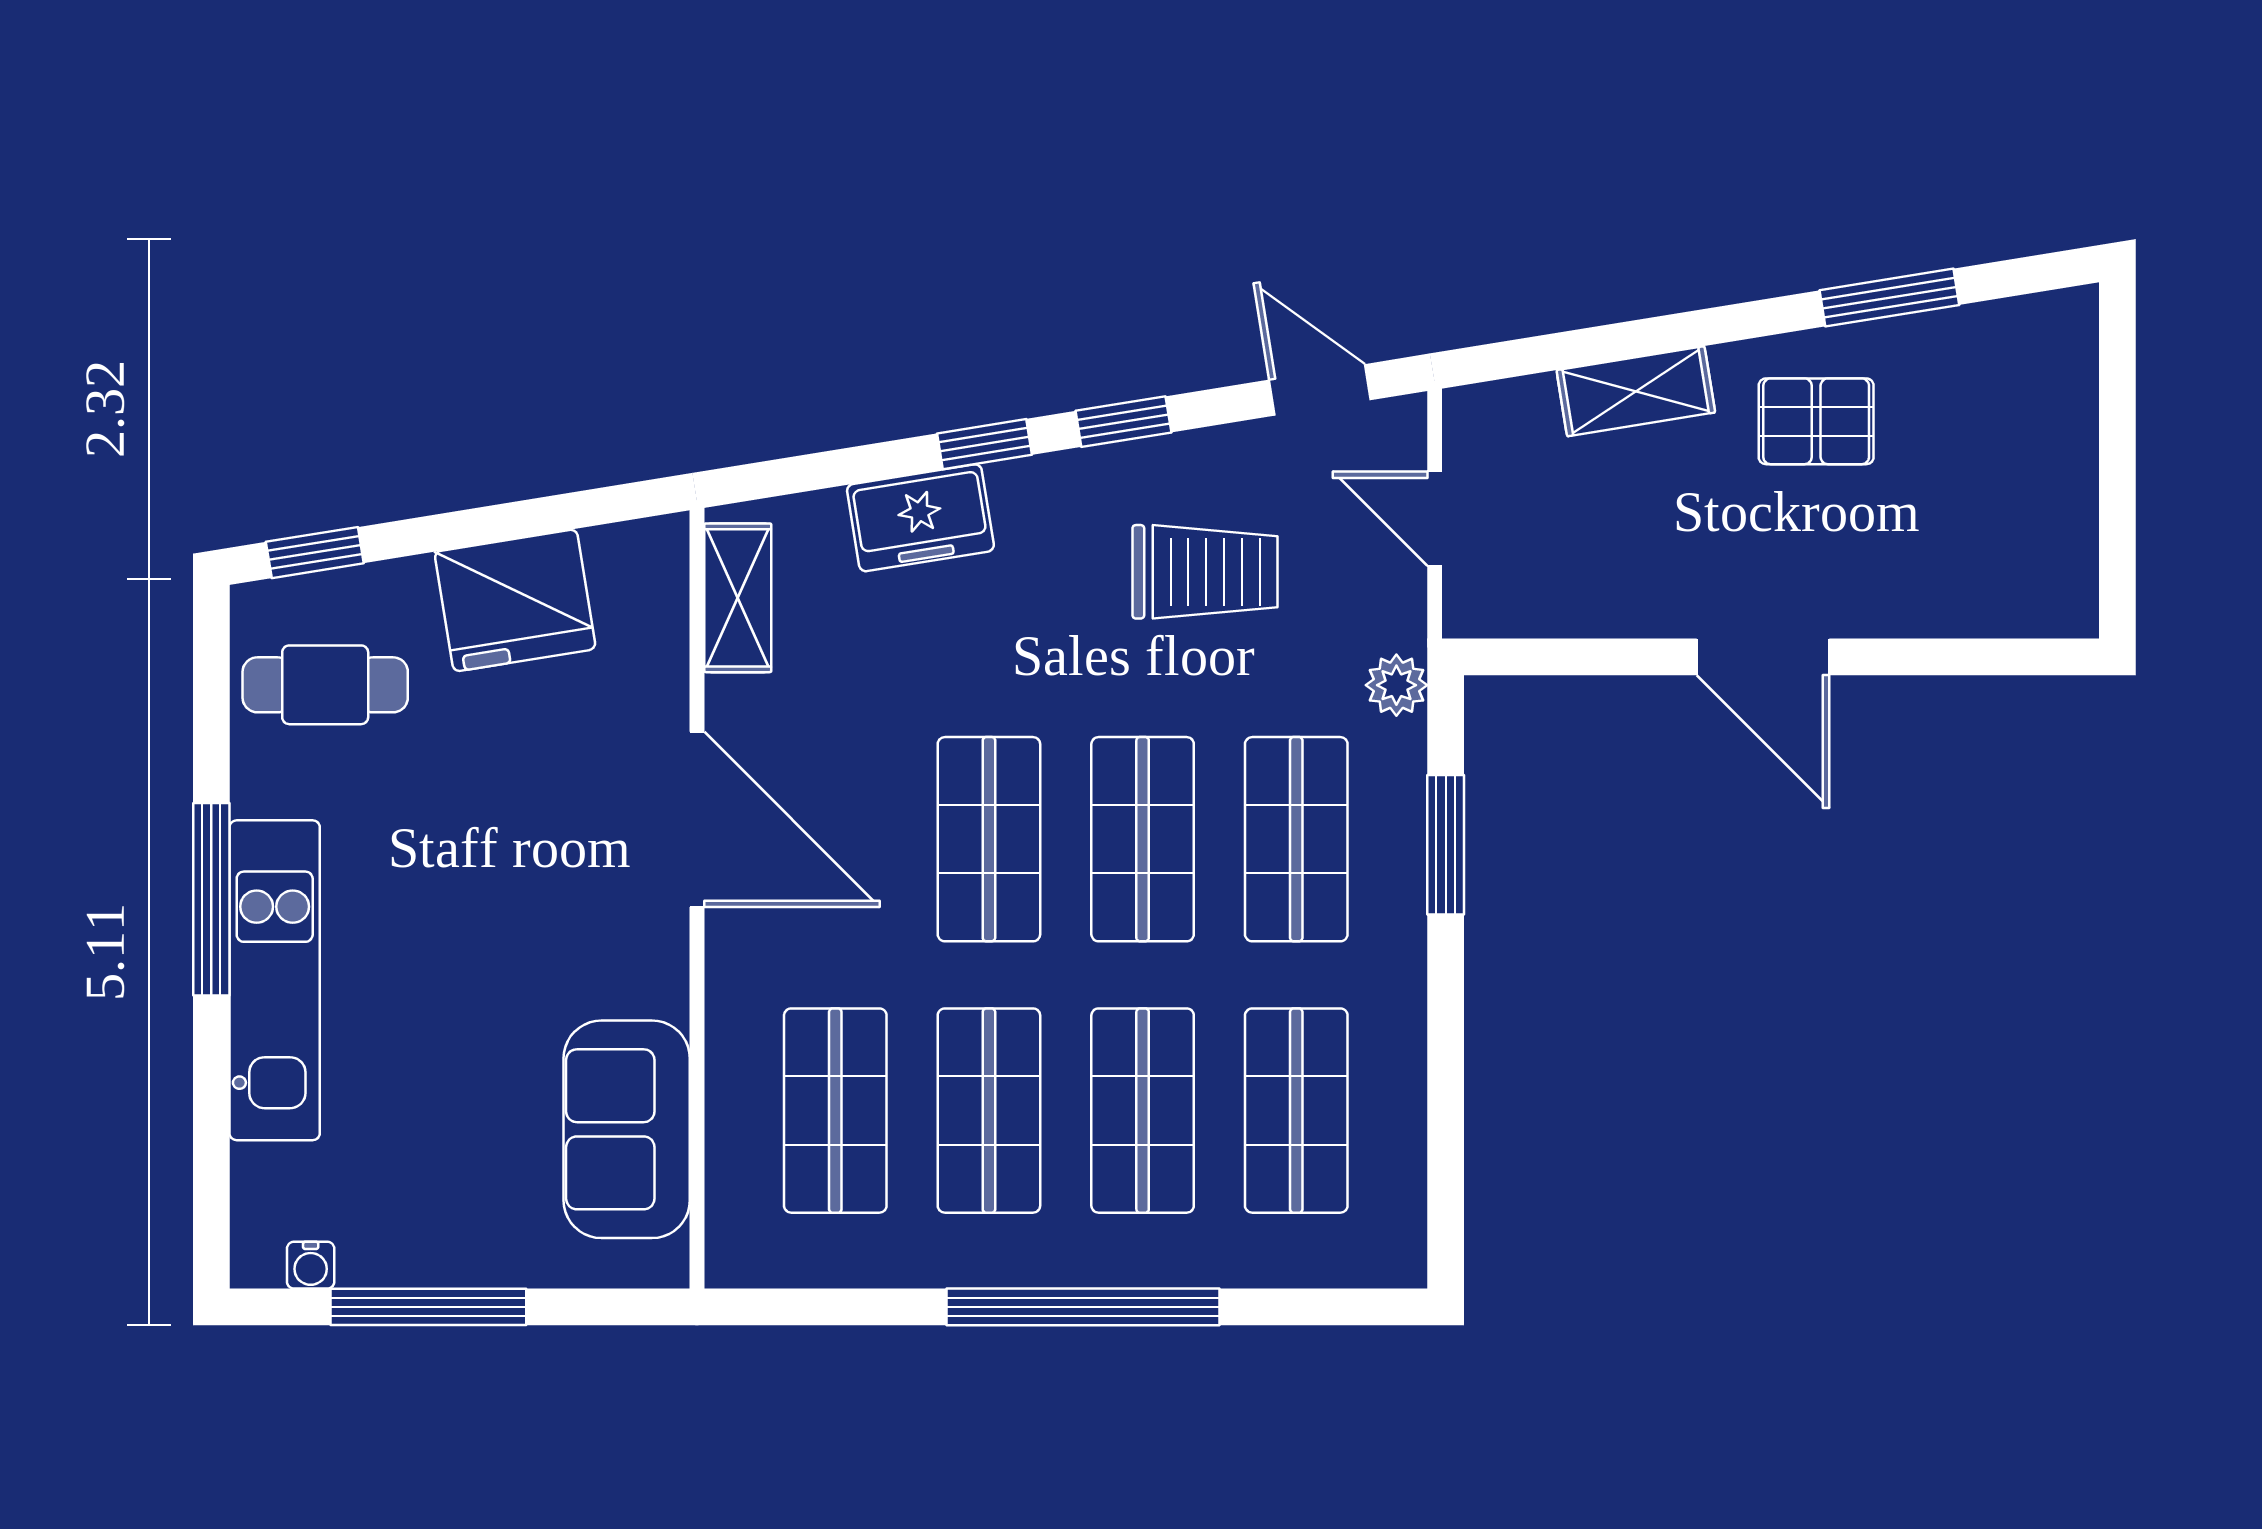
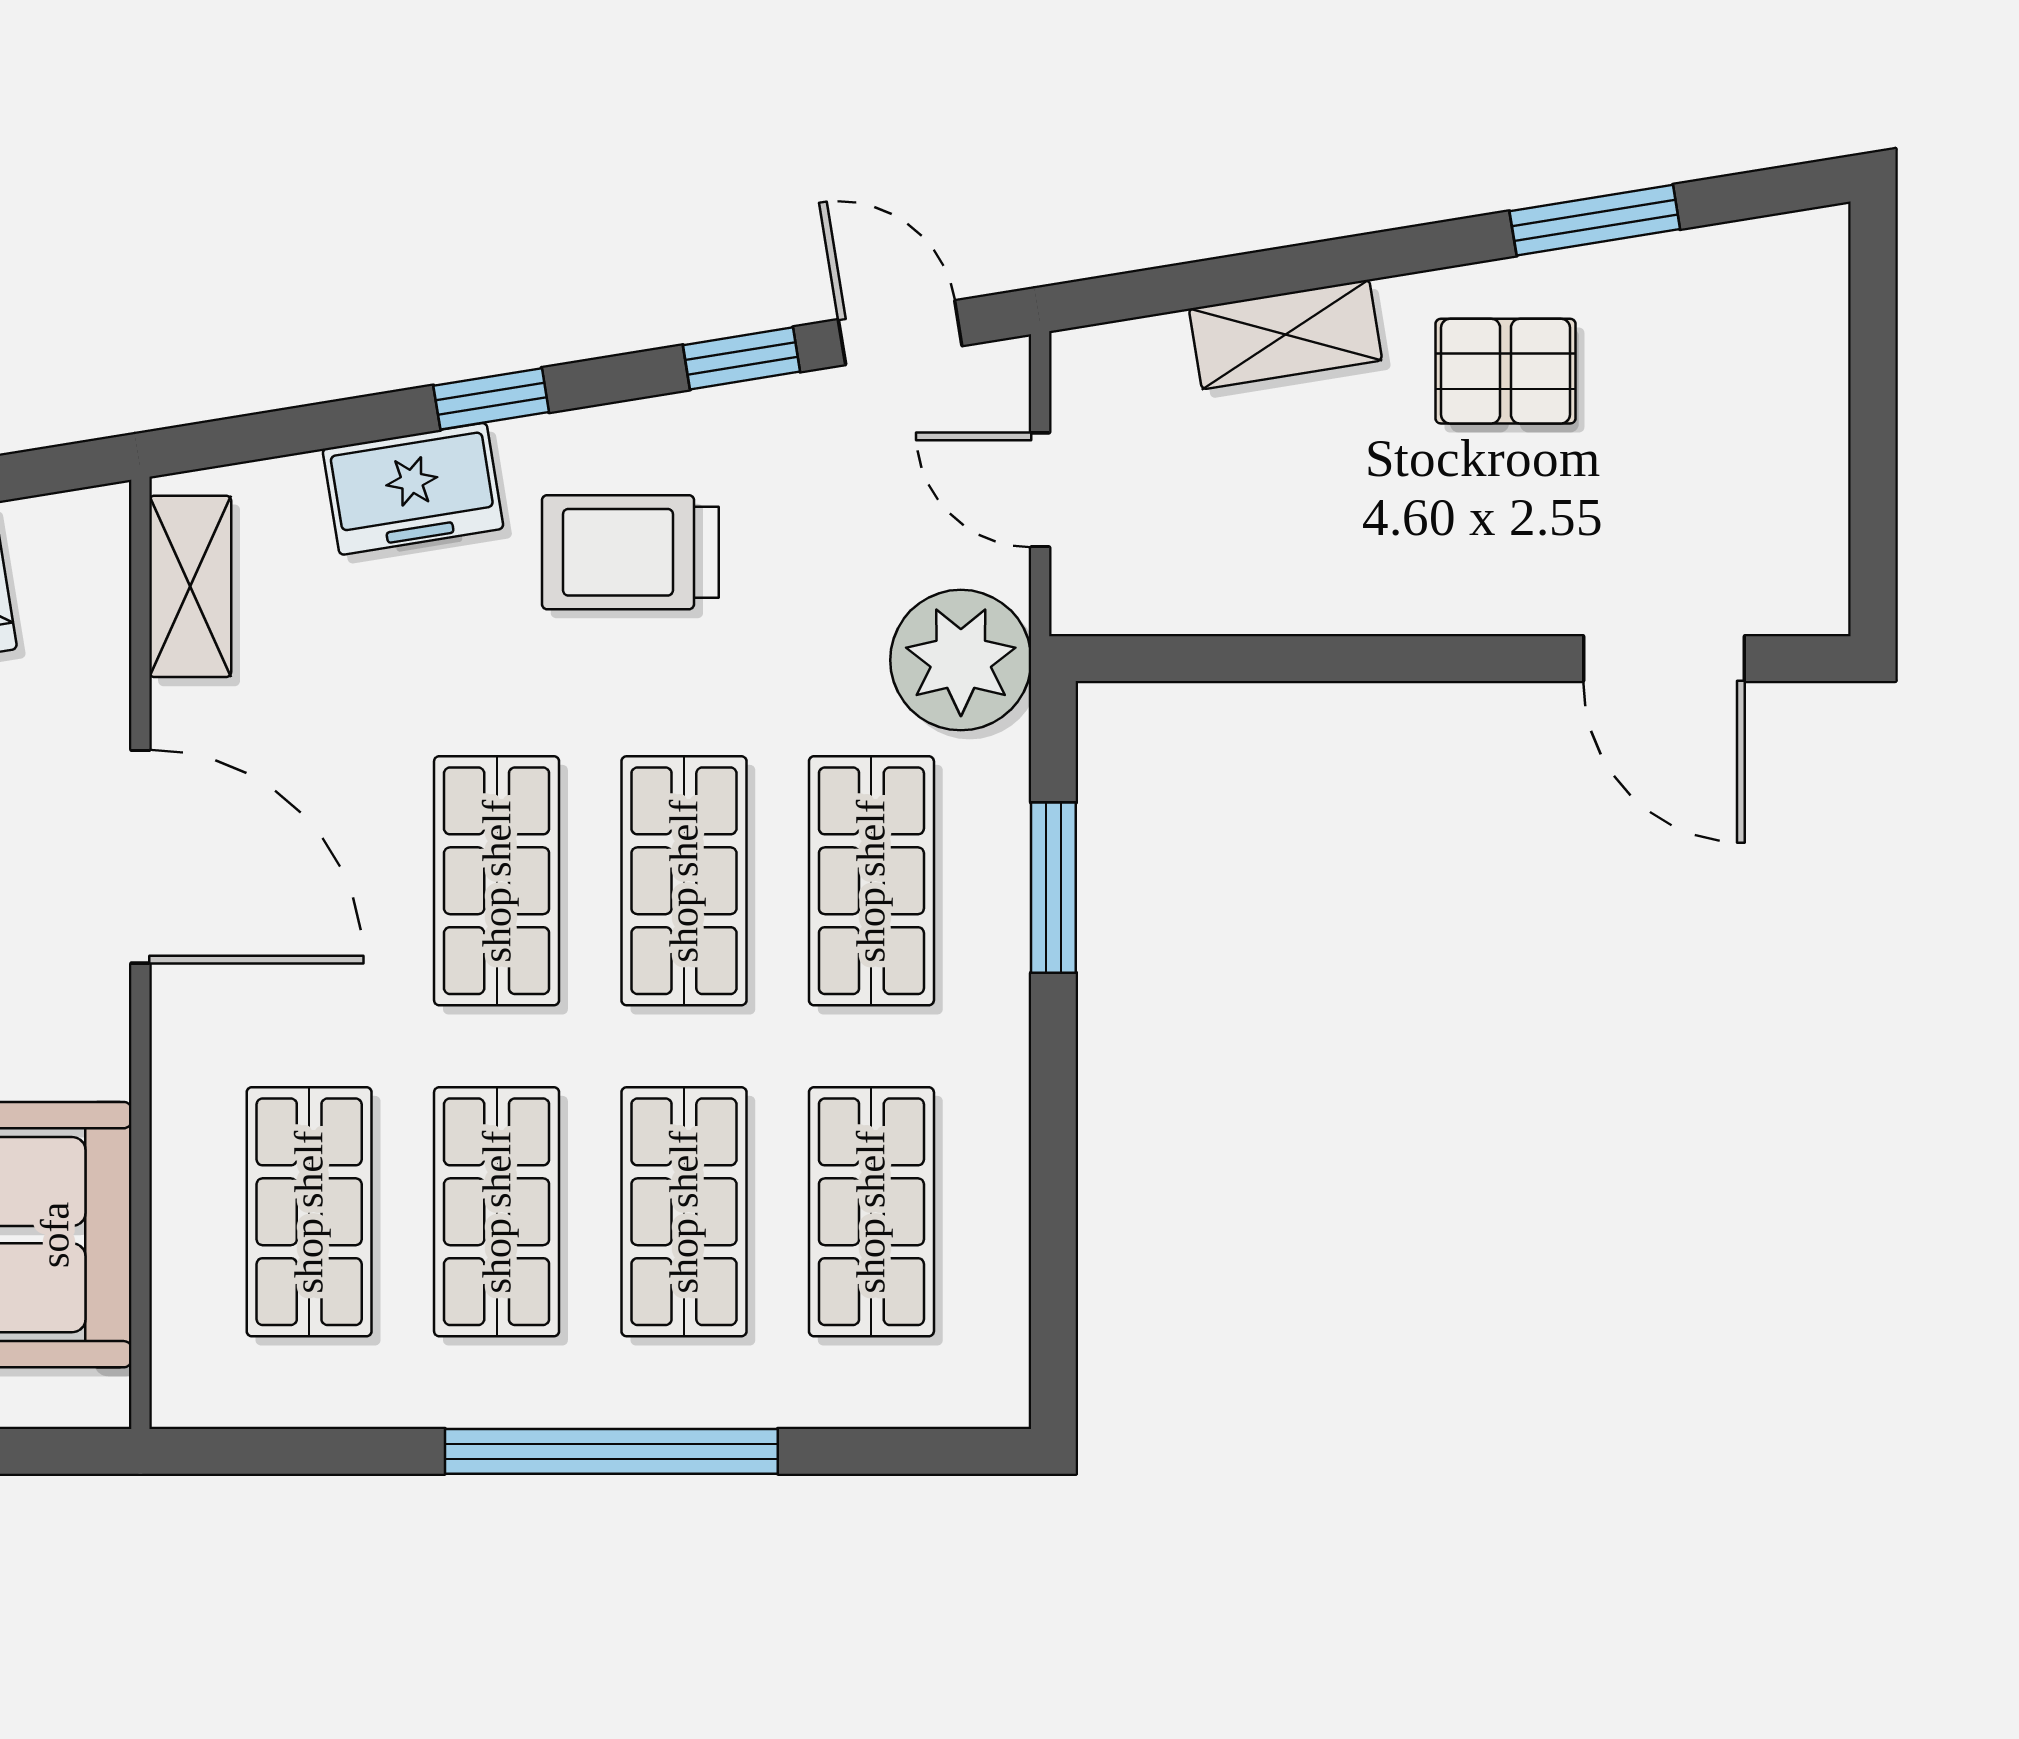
window: (1123, 422) -> (741, 358), moved
trolley: (1205, 572) -> (630, 552), moved, turned 180
door: (1763, 657) -> (1664, 659), moved
plant: (1396, 685) -> (961, 660), width x1.88, depth x1.88

